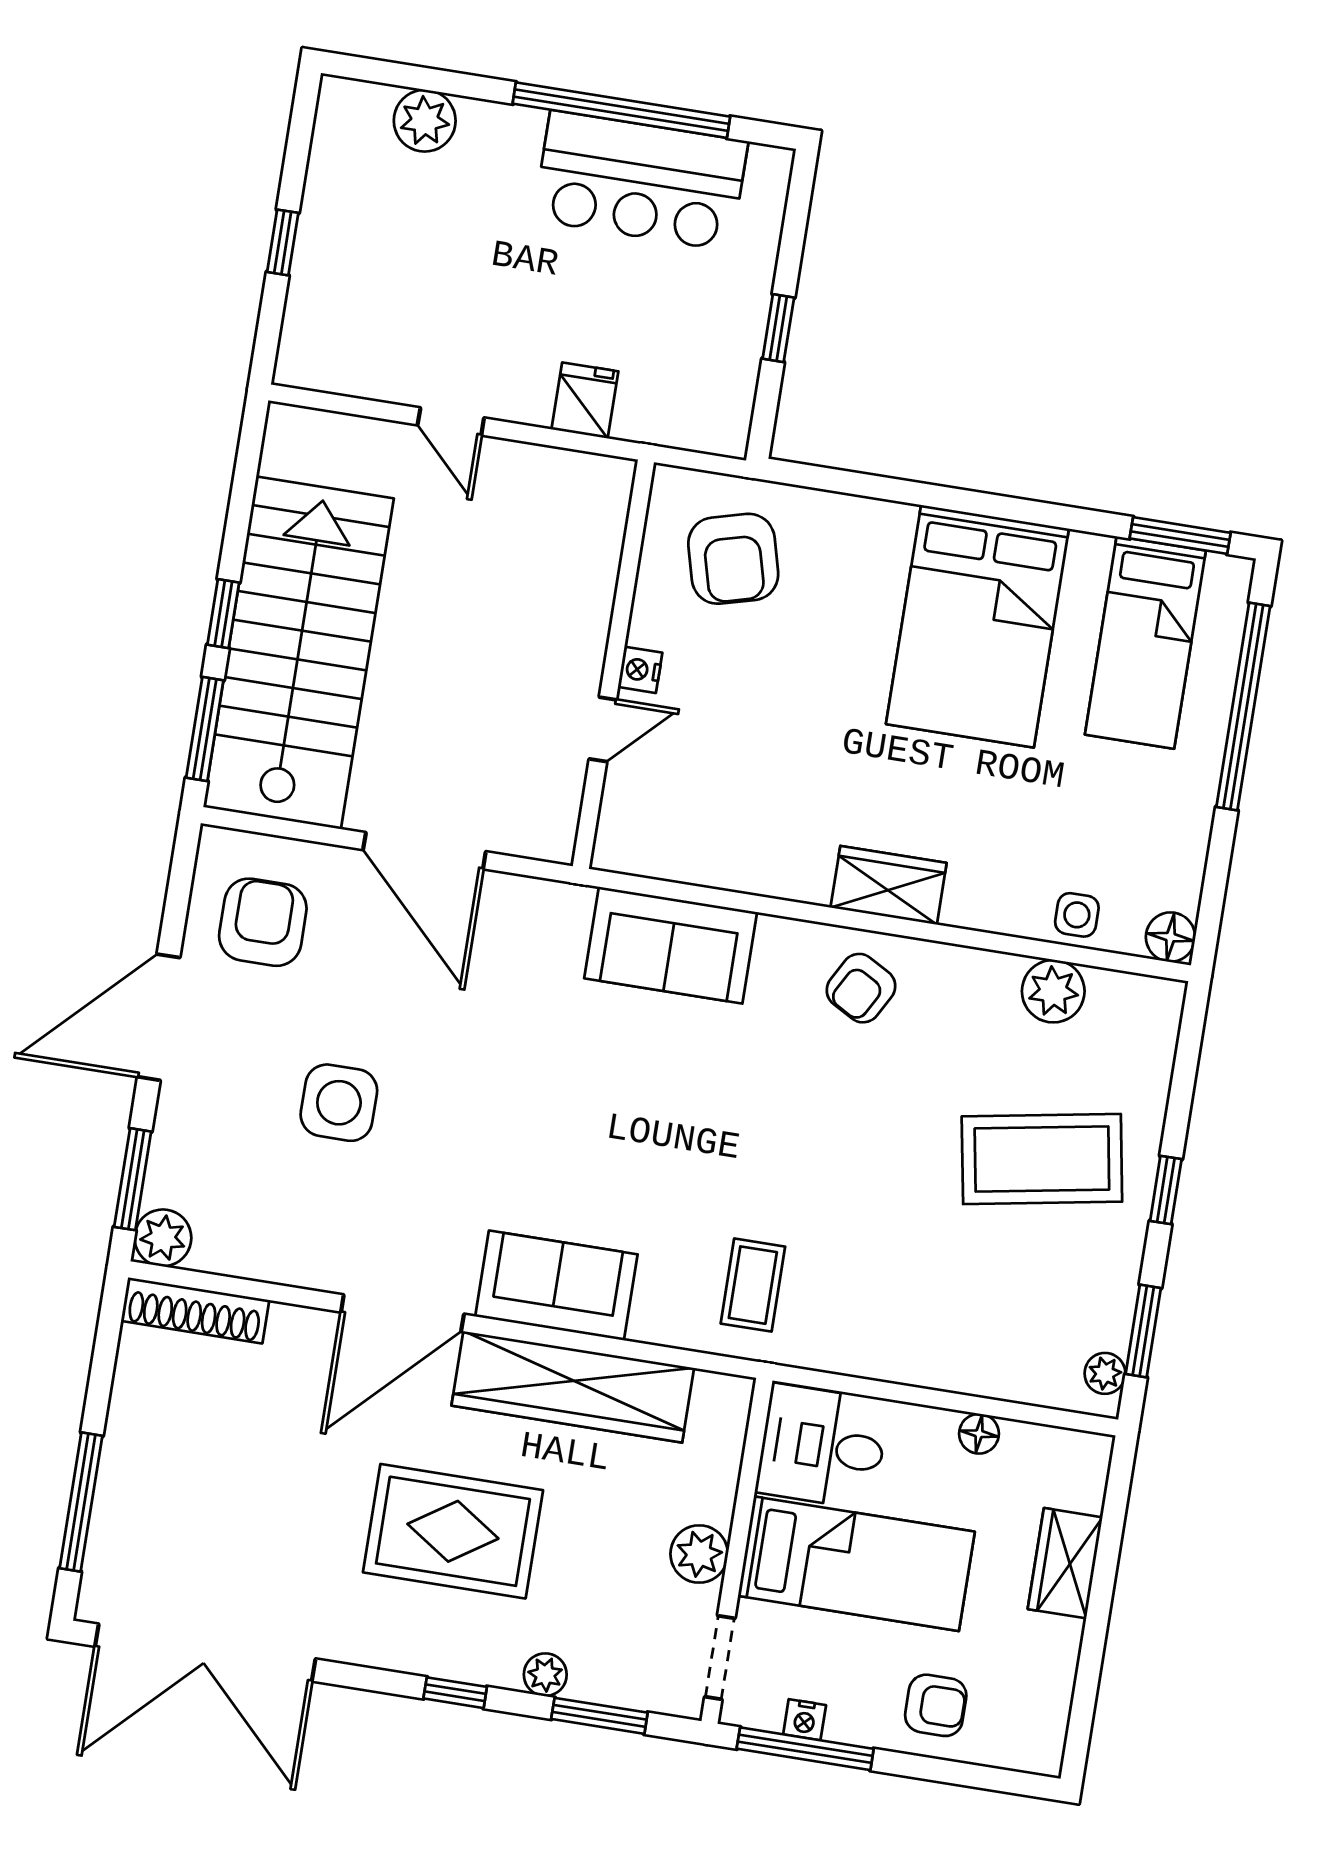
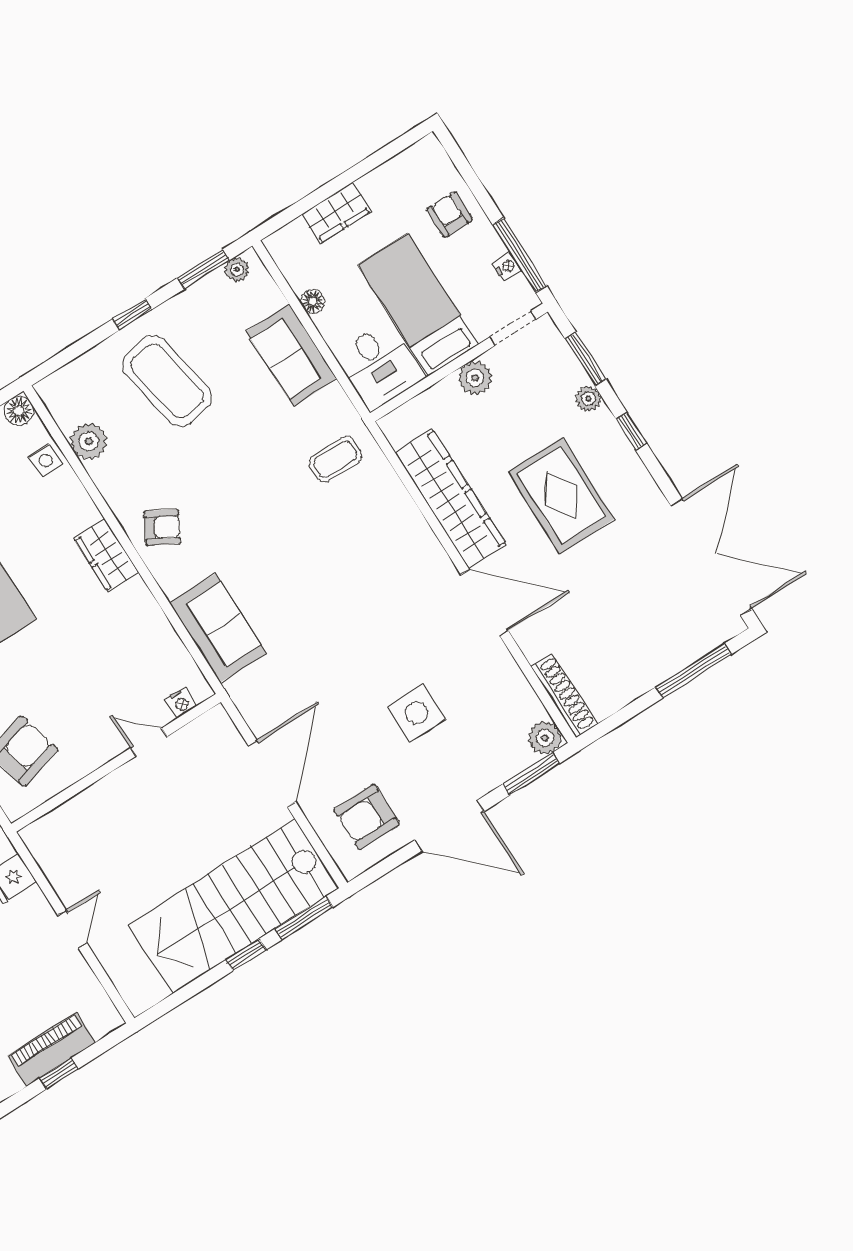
piano: (322, 260) -> (51, 1049), added
nightstand: (640, 670) -> (181, 703), moved
sofa: (556, 1285) -> (291, 355), moved

